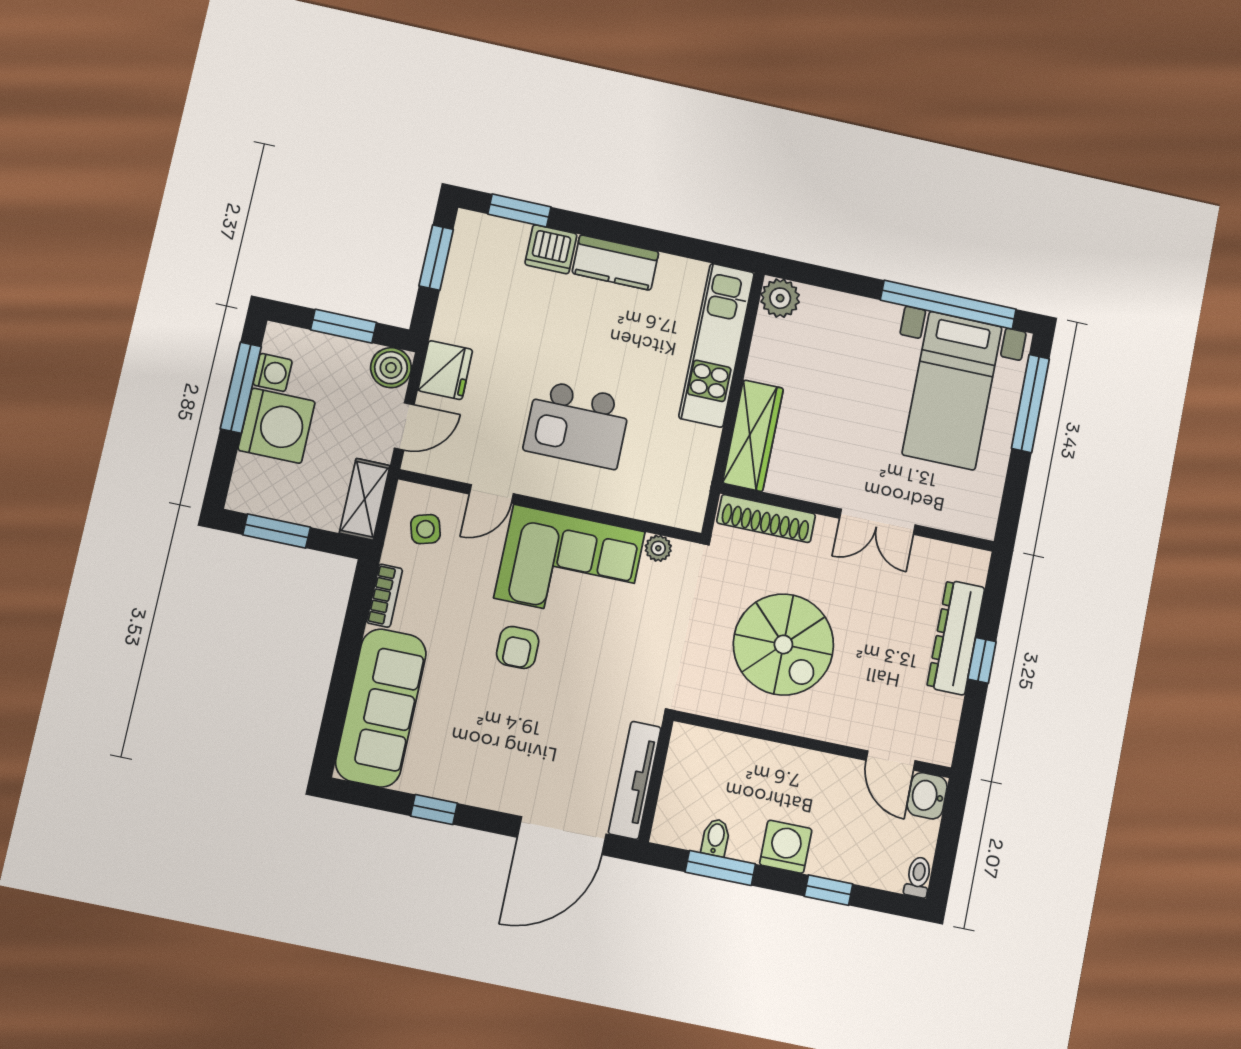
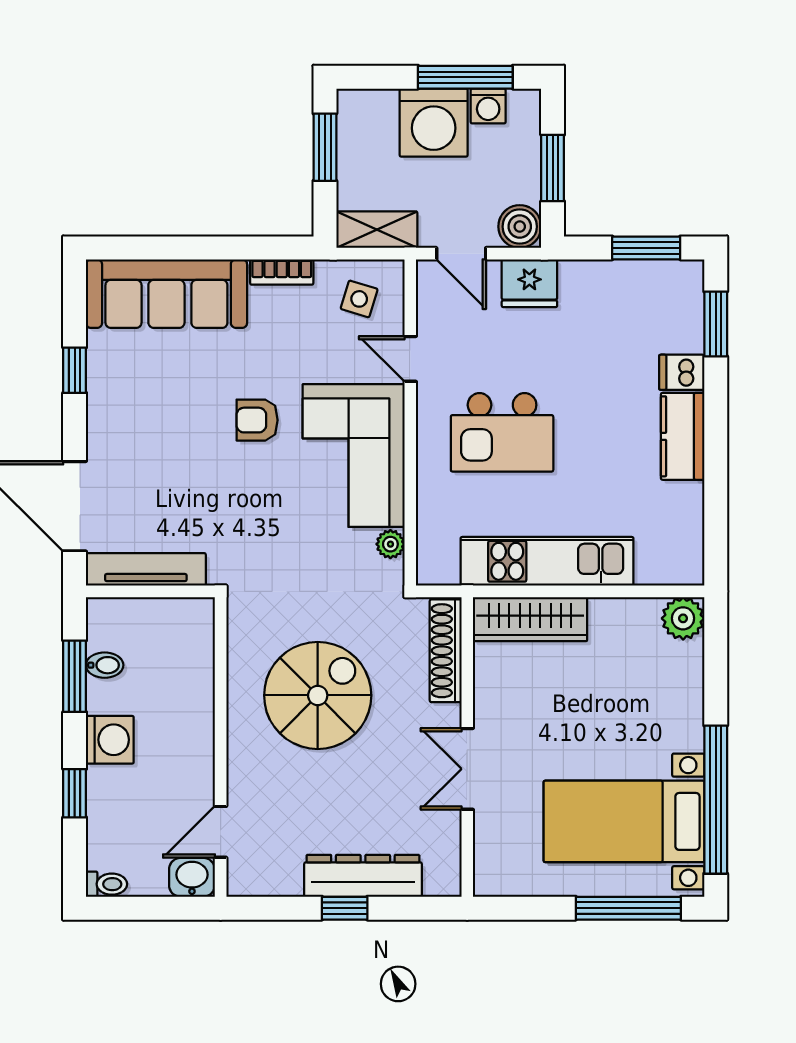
dishwasher: (551, 249) -> (682, 372), width x0.73
kitchen unit: (717, 345) -> (547, 561), moved
kitchen island: (577, 424) -> (502, 432), turned -90
side table: (425, 529) -> (359, 299), turned 33
spiral stairs: (783, 644) -> (318, 695), turned 180

